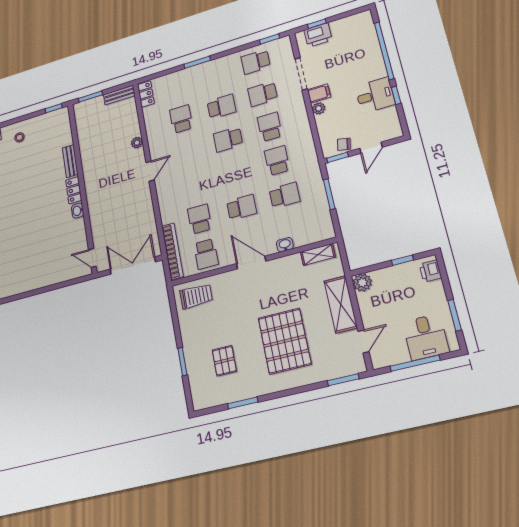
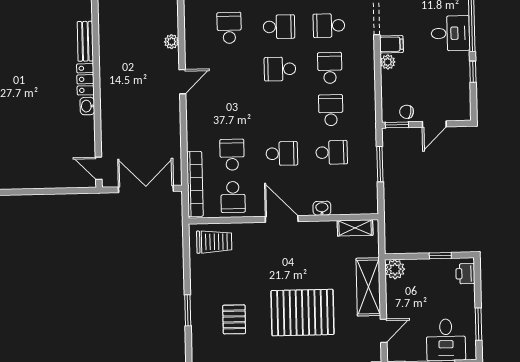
desk: (375, 95) -> (450, 33), moved
pallet: (285, 341) -> (302, 313), turned 90

